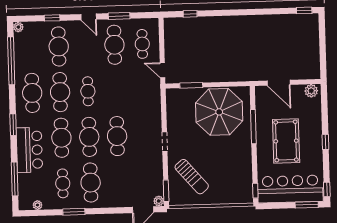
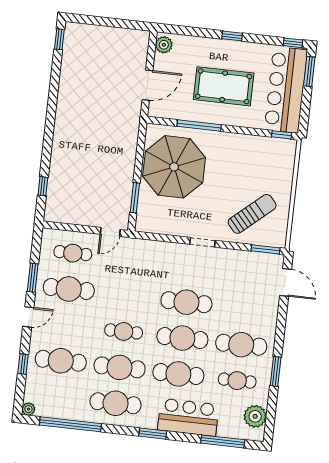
plant: (159, 201) -> (277, 261), removed
plant: (37, 205) -> (255, 416), width x1.88, depth x1.88

